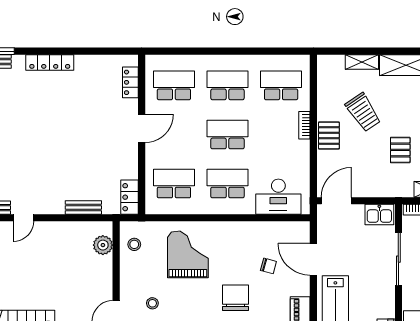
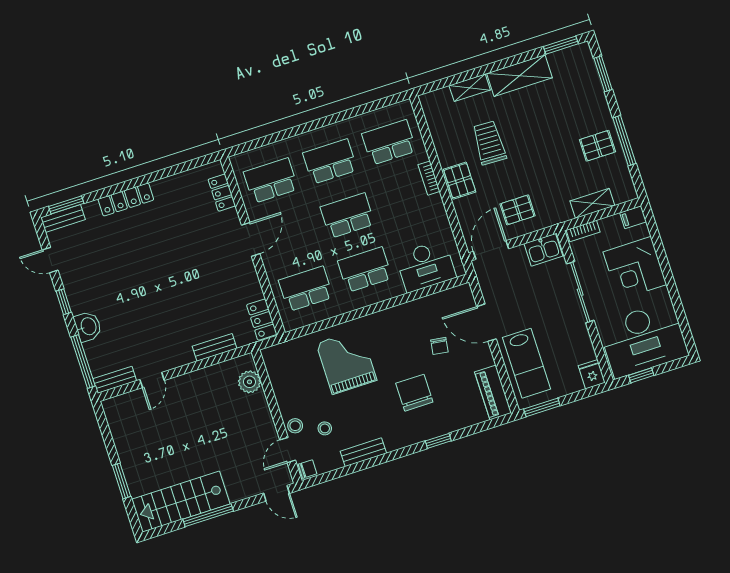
trolley: (363, 112) -> (489, 143), turned -144
pallet: (400, 150) -> (518, 210), moved, turned 90
stool: (134, 244) -> (295, 426), moved
chair: (268, 266) -> (439, 346), turned 83

